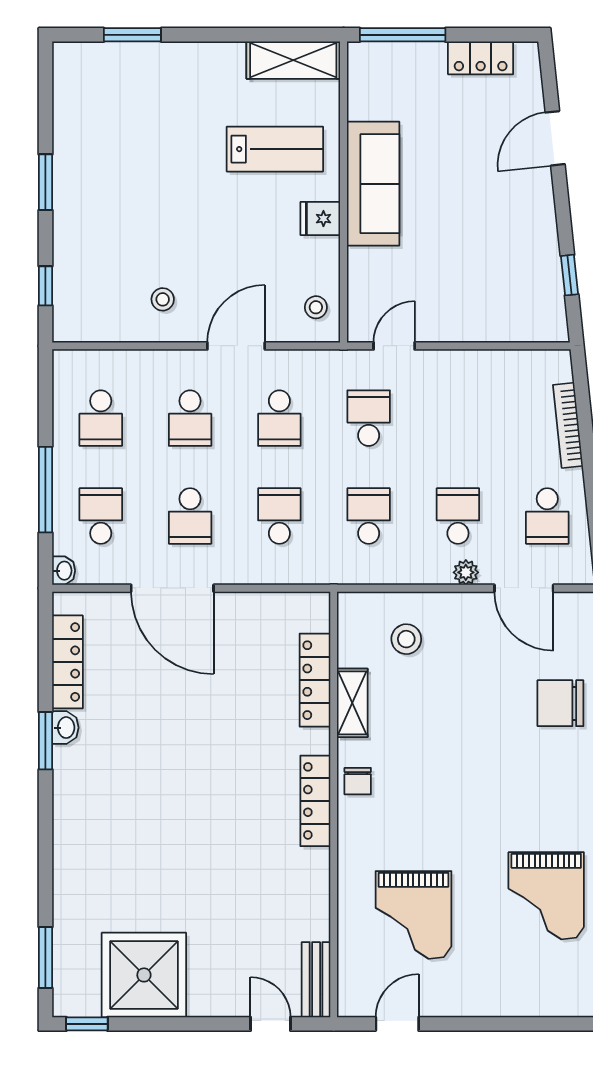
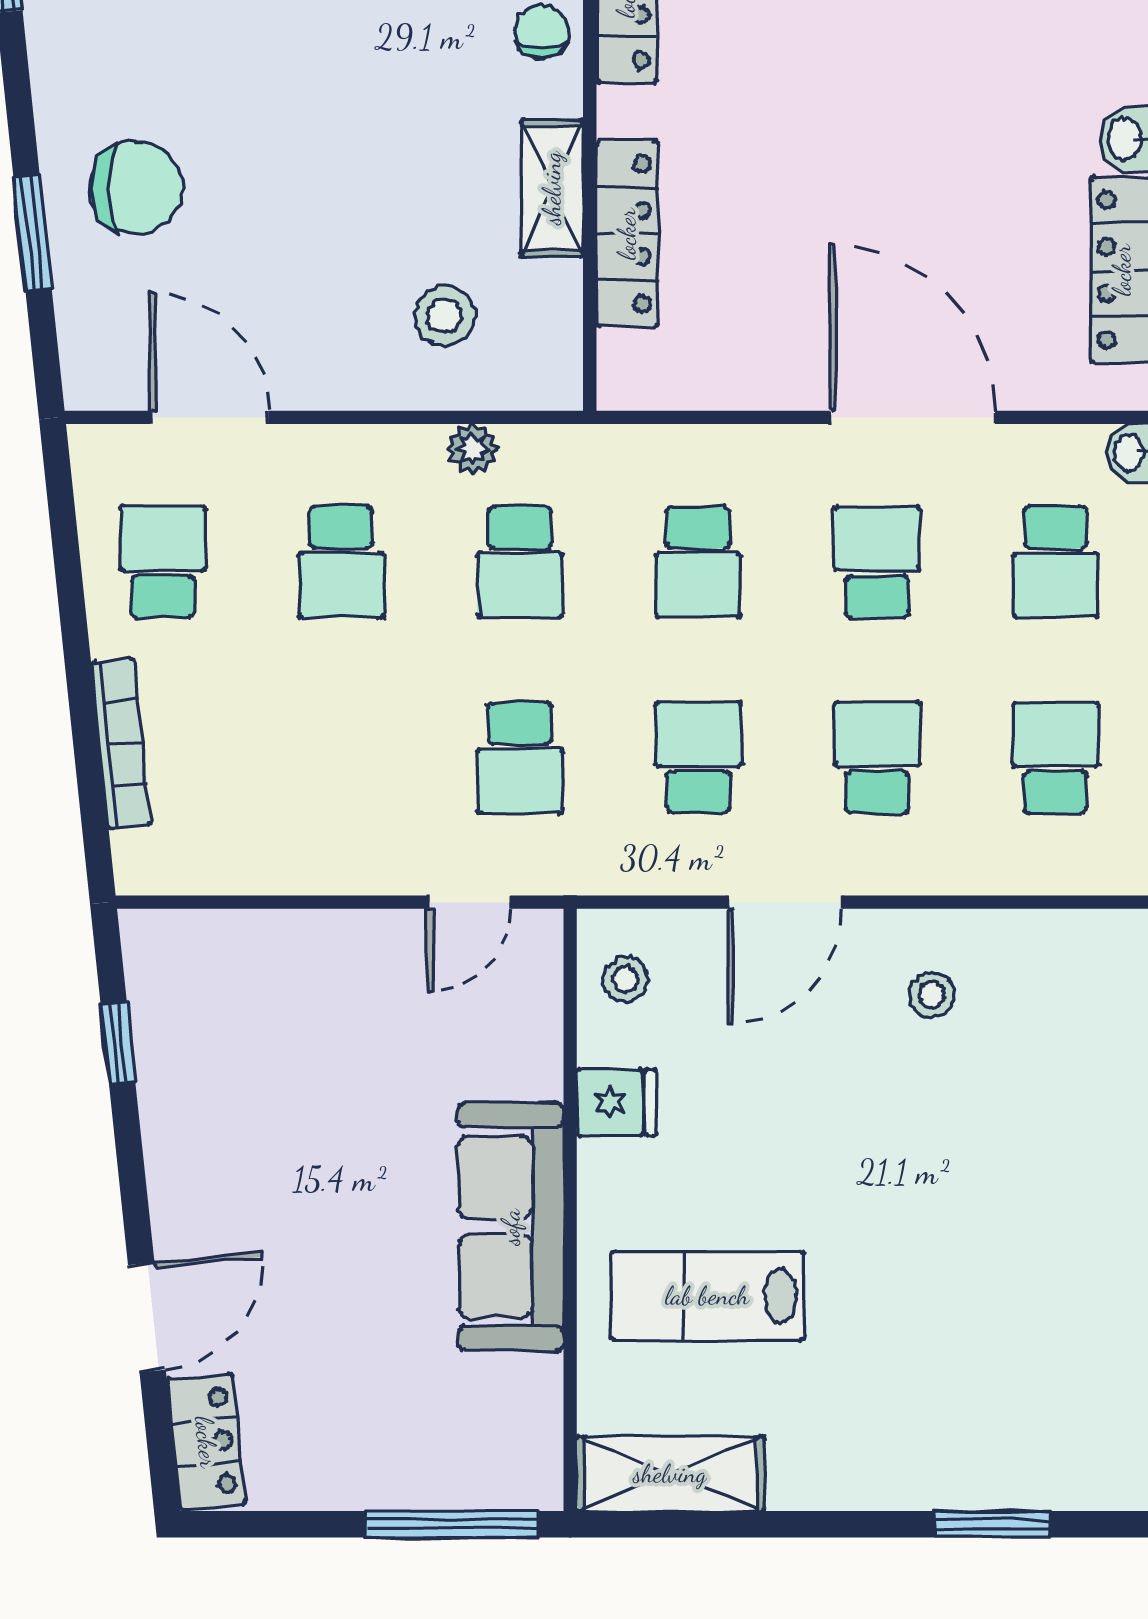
locker: (481, 58) -> (206, 1442), moved, turned 84
fridge: (320, 219) -> (616, 1102), moved
plant: (466, 572) -> (473, 449), moved

